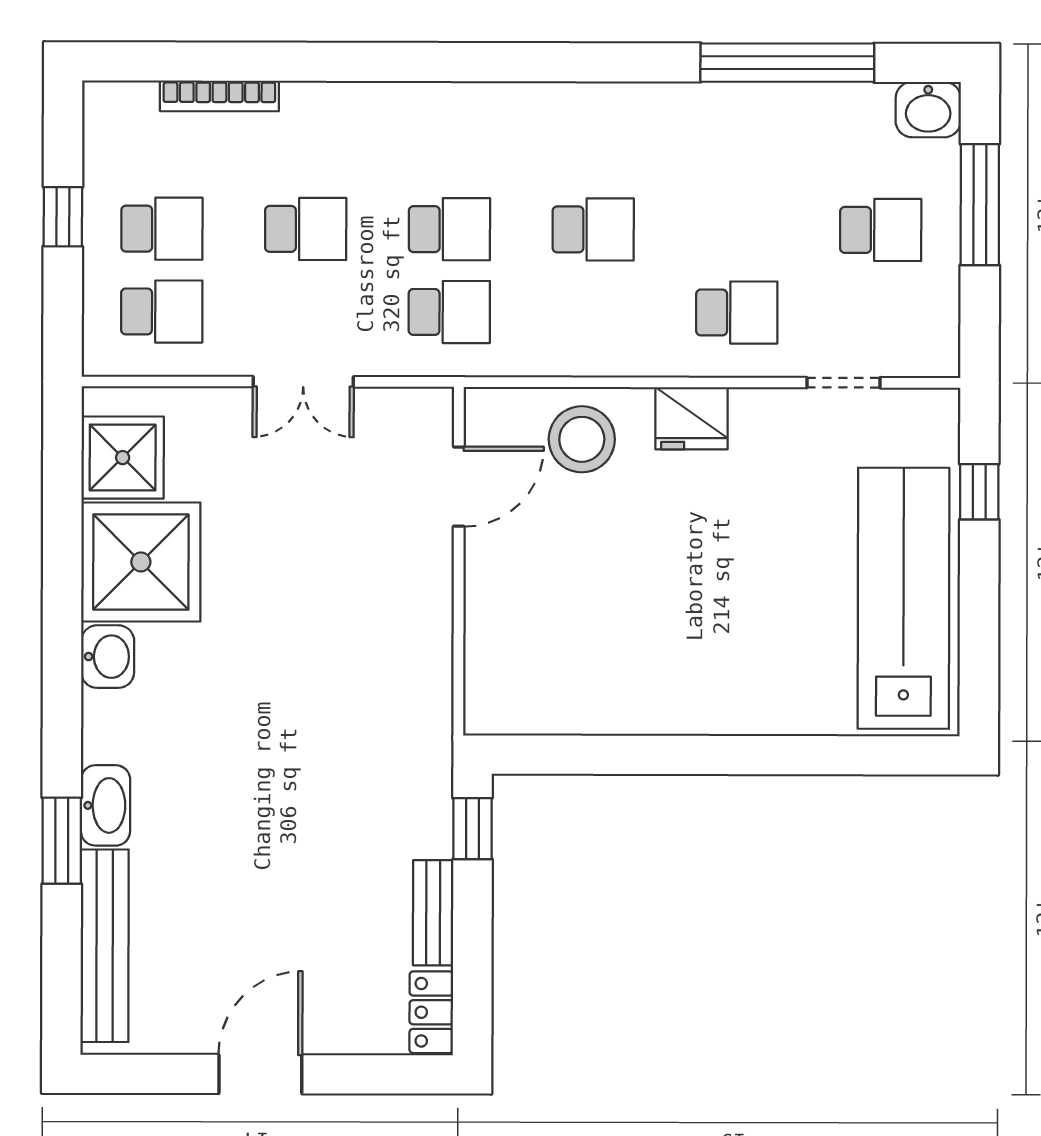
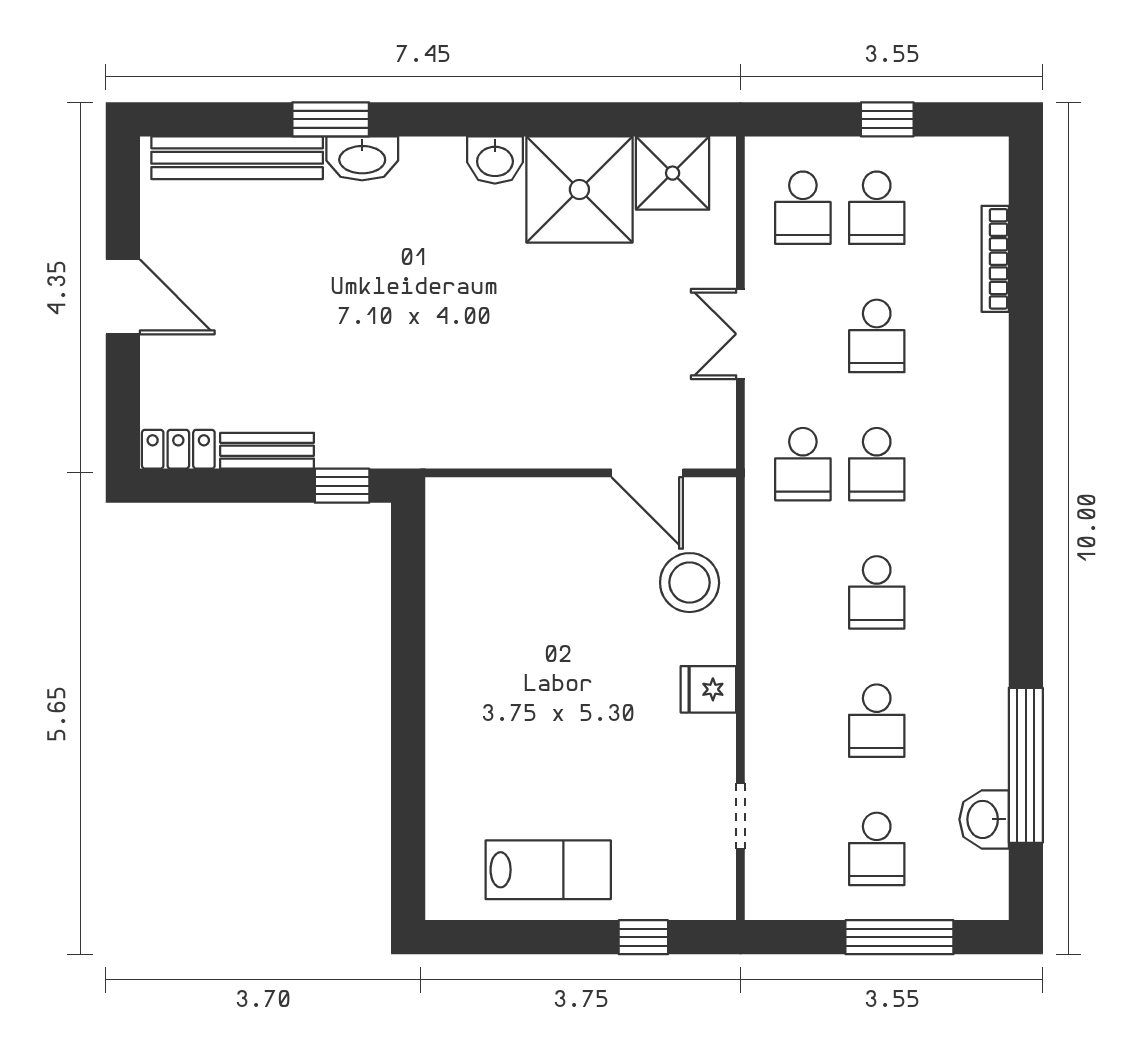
washbasin: (928, 110) -> (984, 819), moved
school desk: (737, 312) -> (877, 721), moved
fridge: (692, 418) -> (708, 689), width x0.72
lab bench: (904, 598) -> (548, 870), width x0.54, depth x0.72

